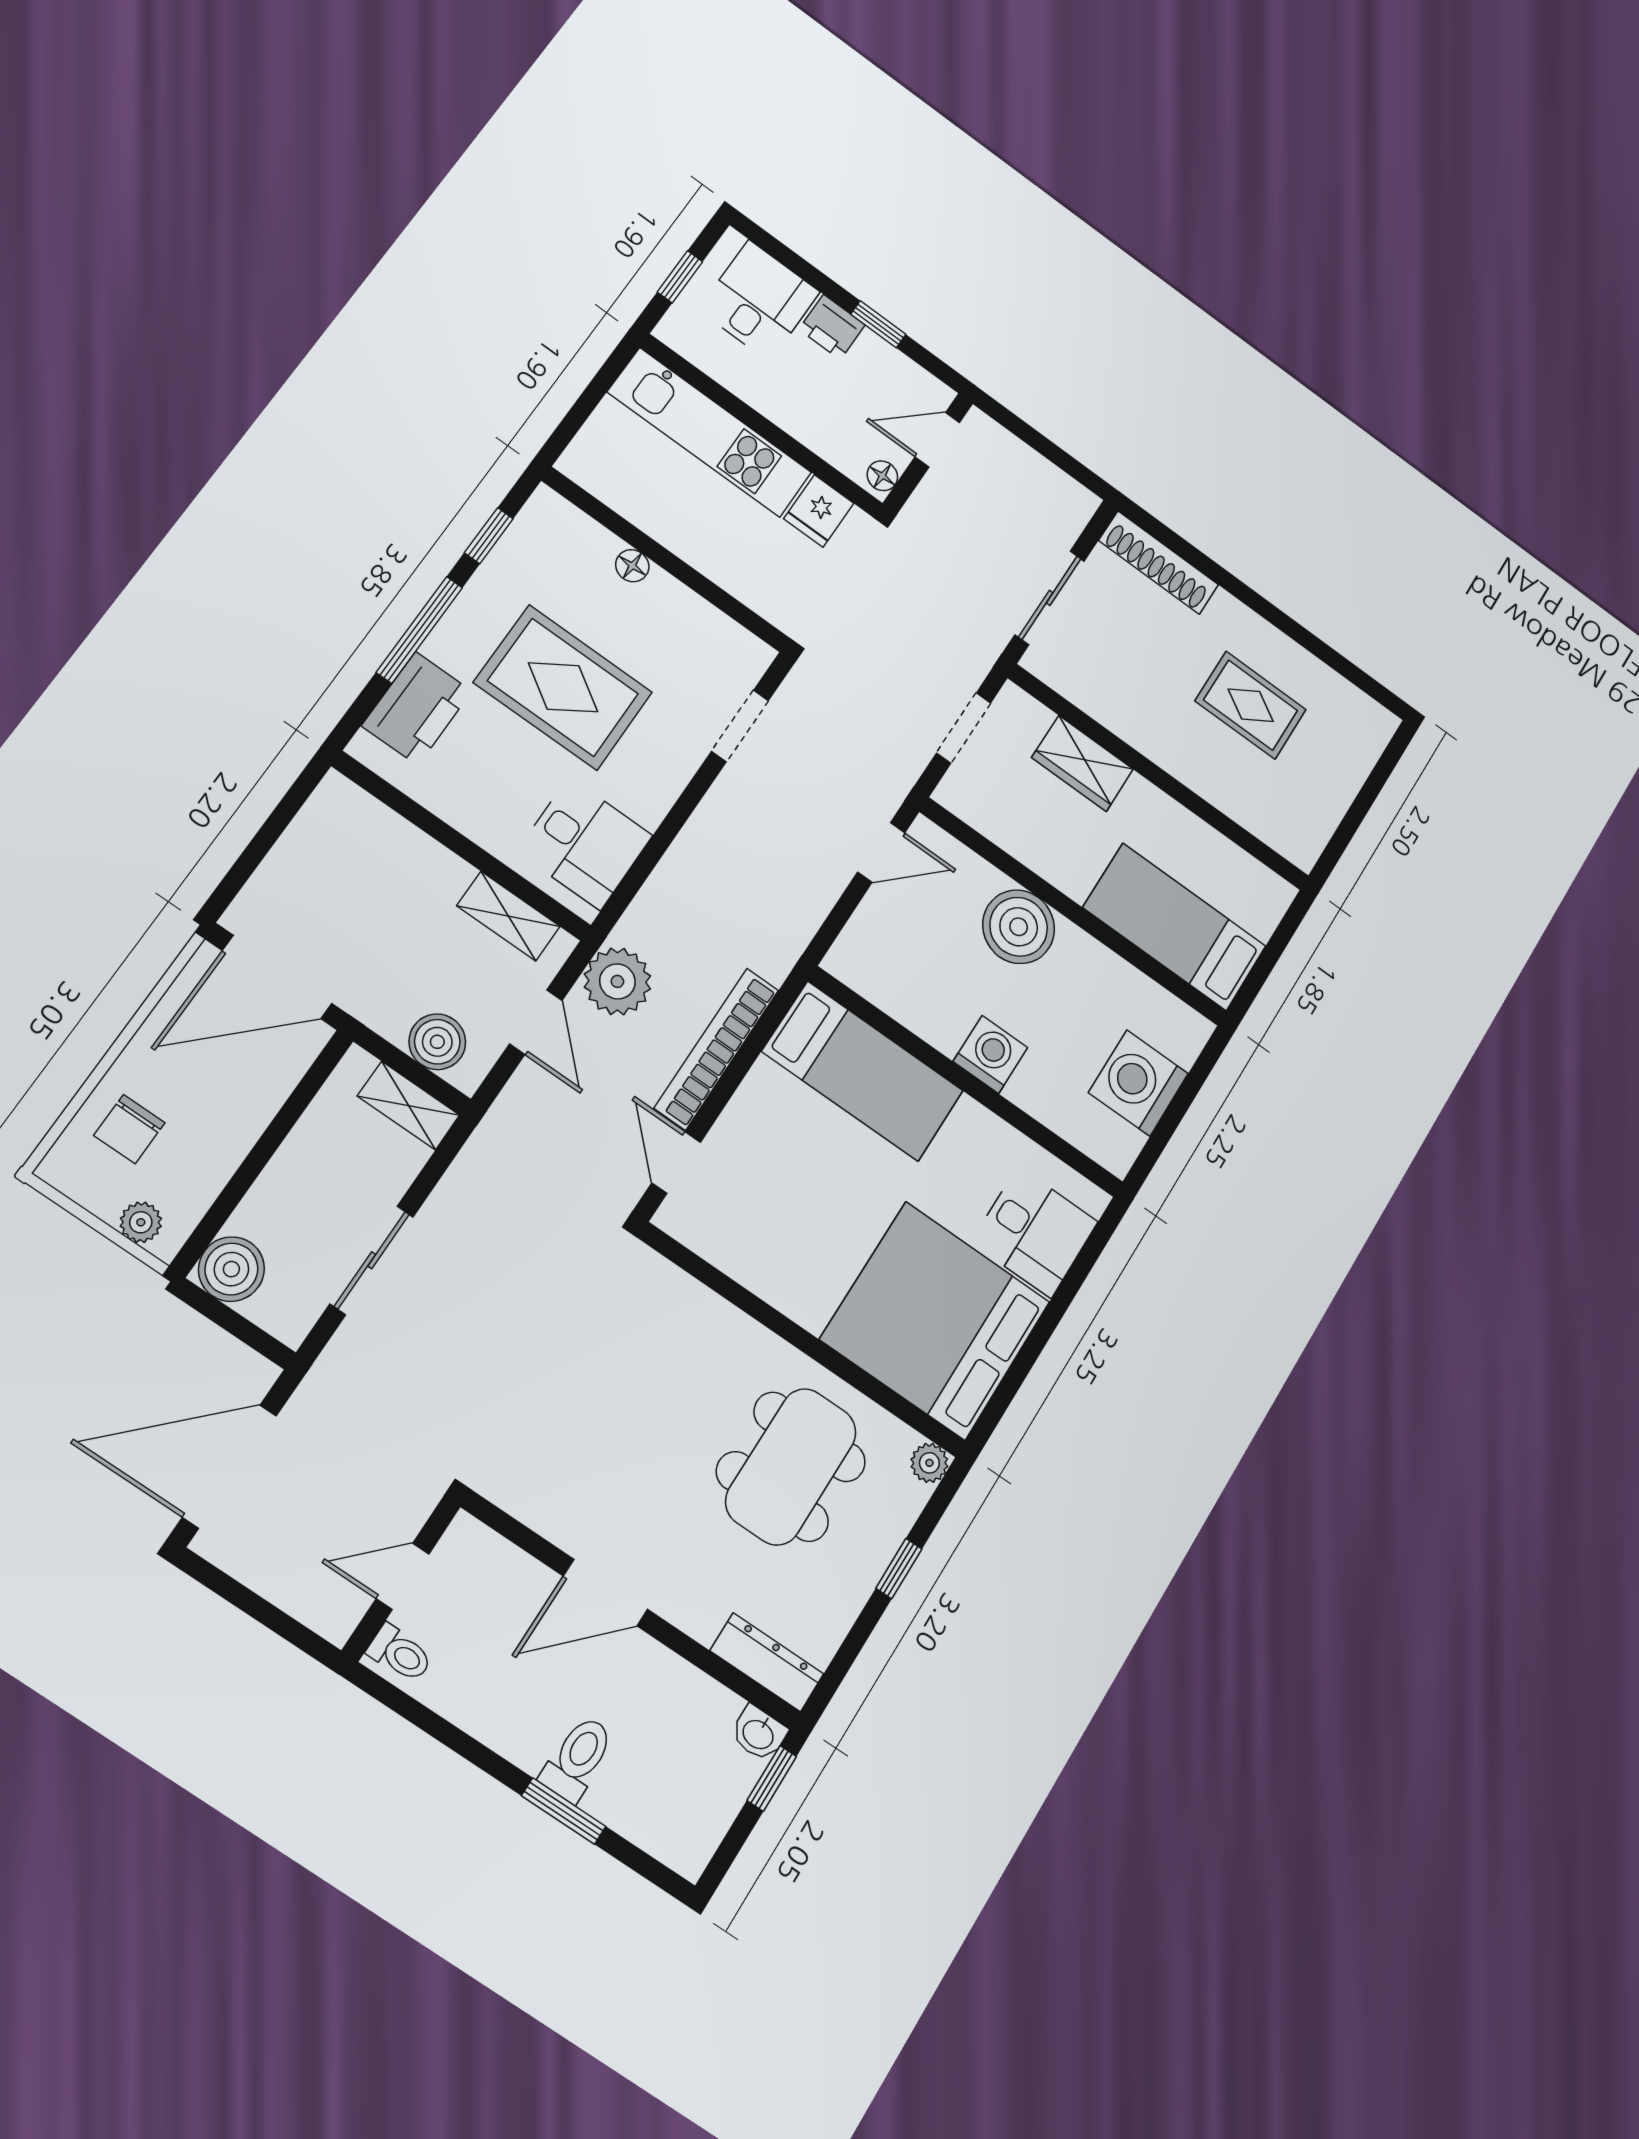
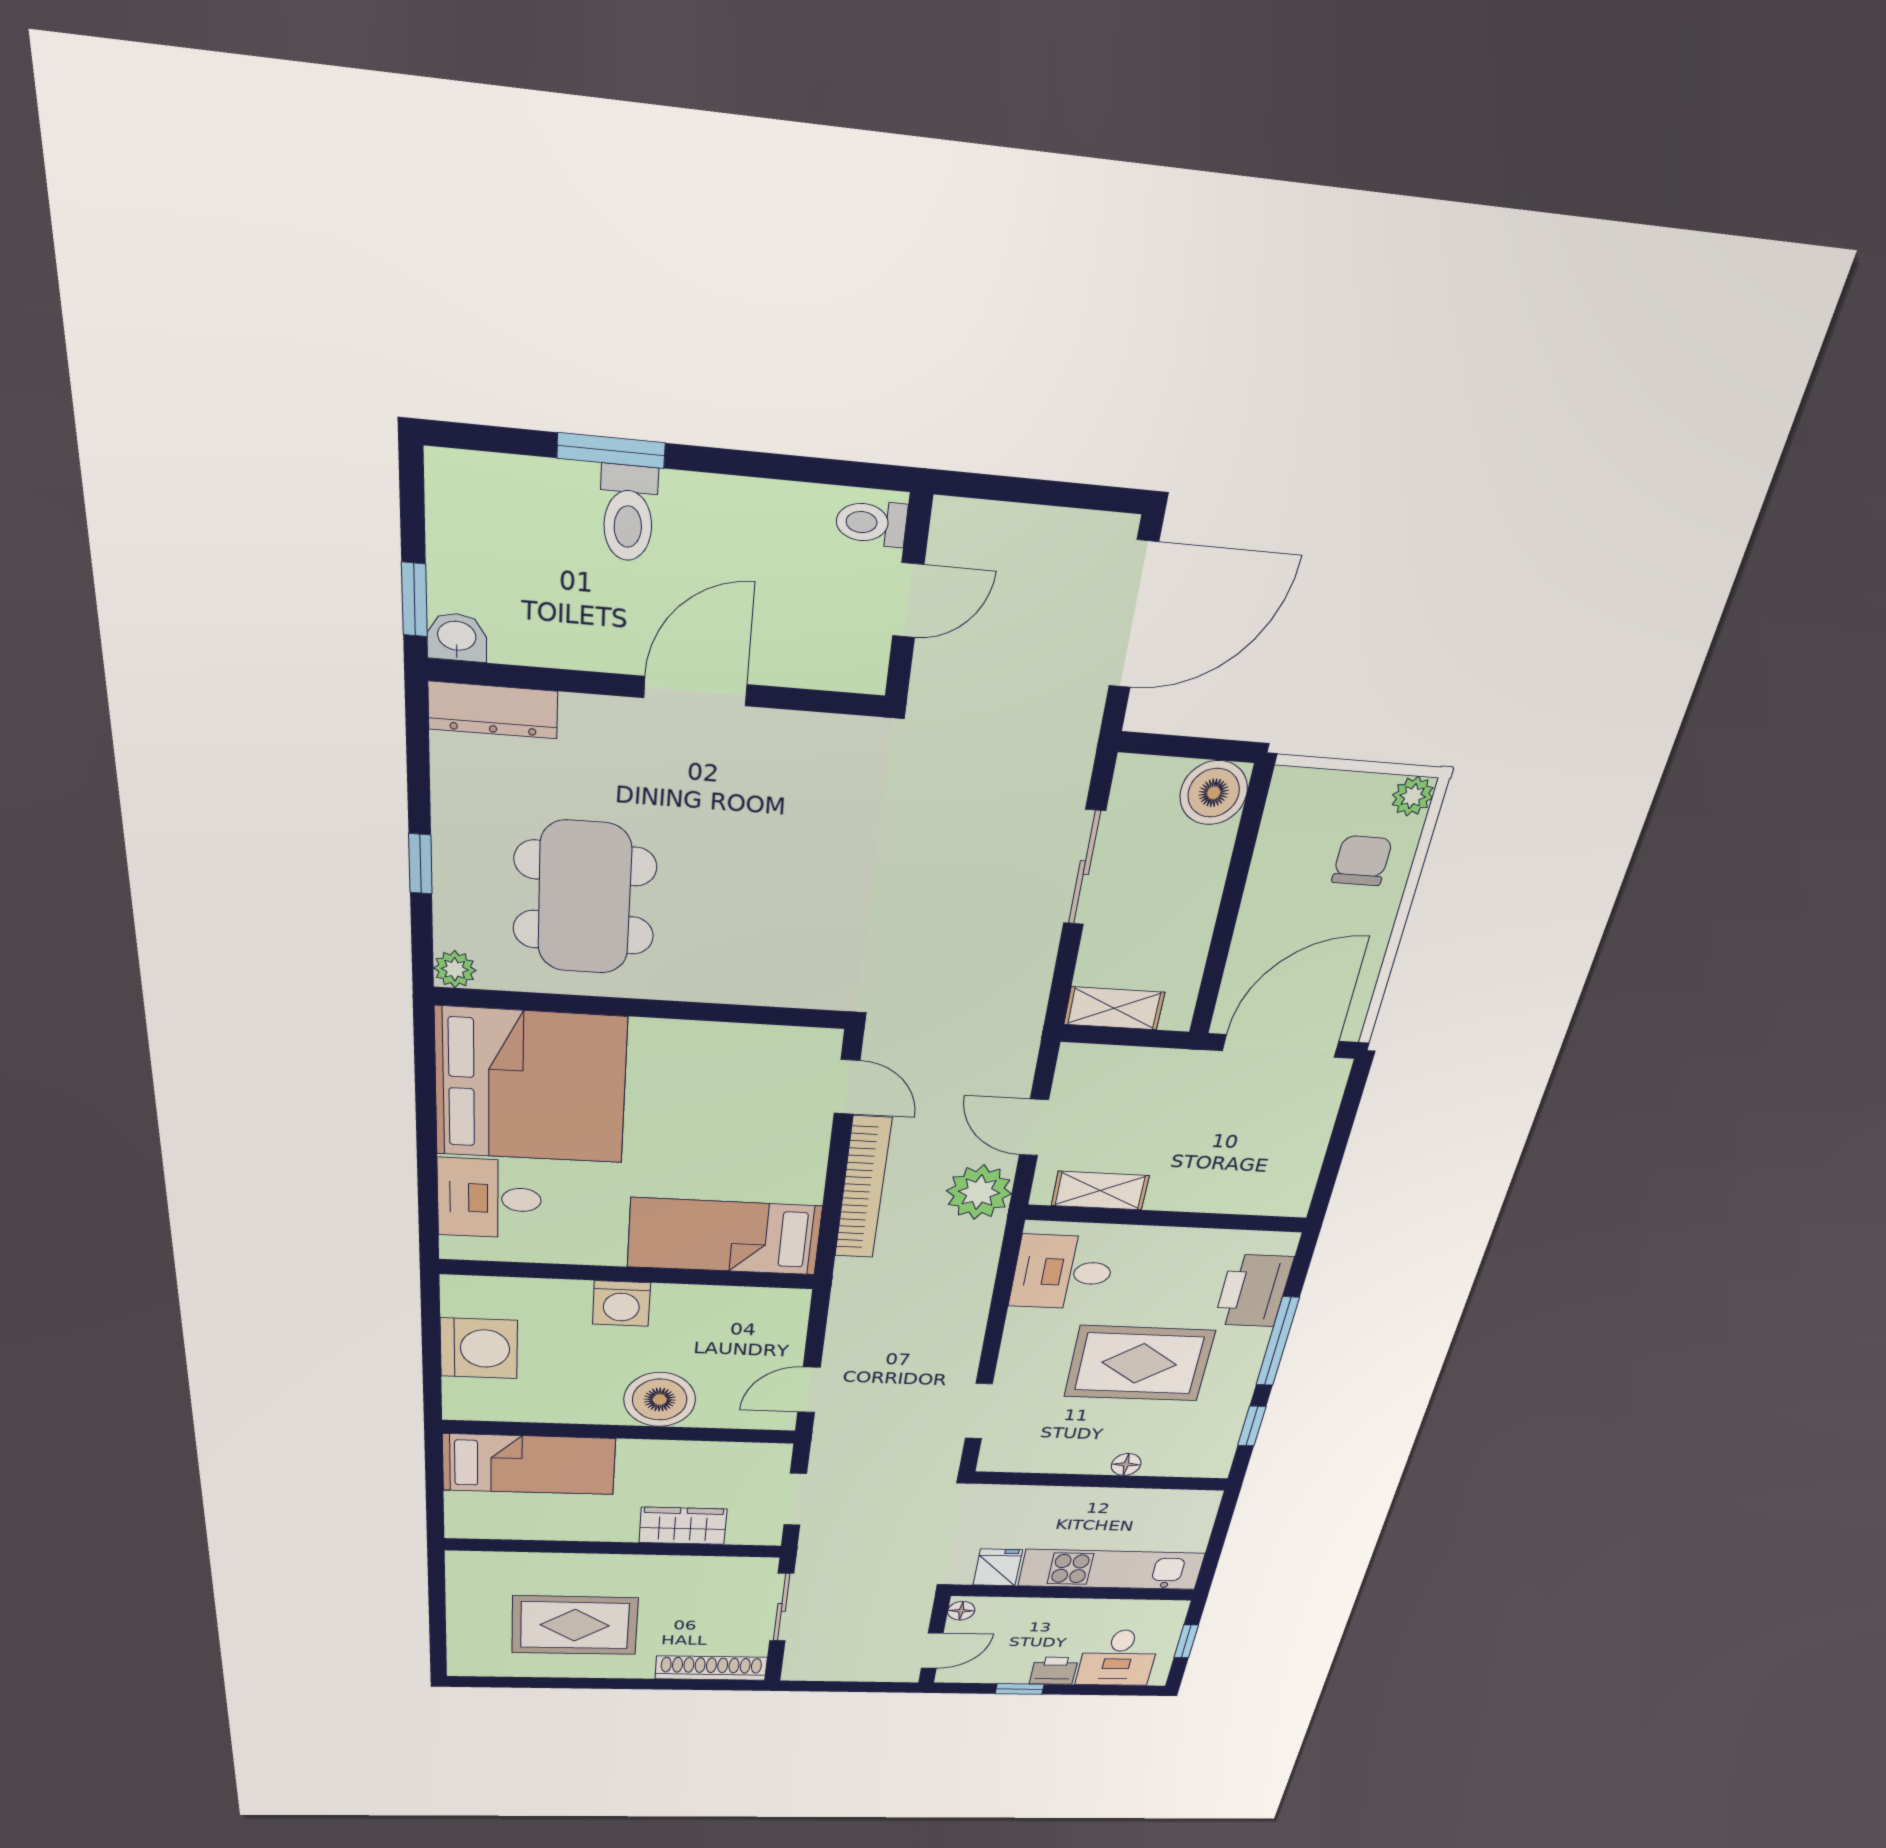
rug: (1251, 705) -> (575, 1625), width x1.36, depth x1.43
boiler: (437, 1042) -> (1114, 1069), removed
plant: (141, 1222) -> (1413, 796), moved

